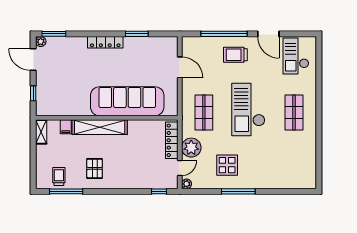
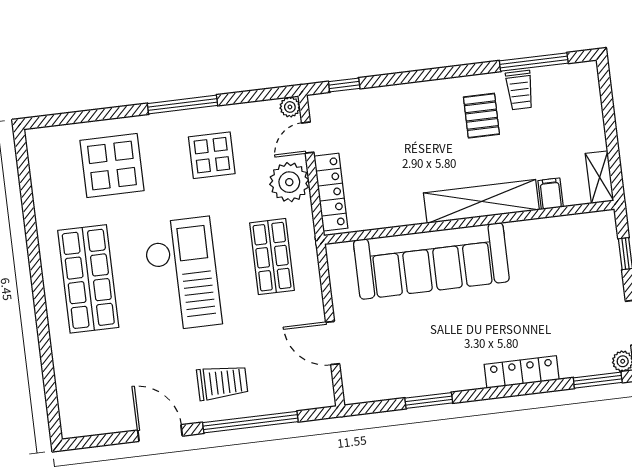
locker: (105, 42) -> (522, 372), moved
checkout: (296, 56) -> (98, 395), removed
shop shelf: (294, 113) -> (88, 279), width x1.43, depth x1.36
display table: (276, 166) -> (112, 165), added
trolley: (59, 176) -> (520, 90), moved

